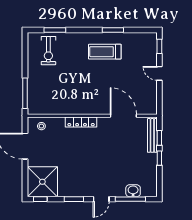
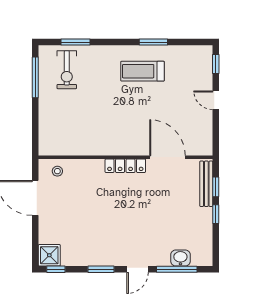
window: (25, 93) -> (35, 77), moved
locker: (81, 122) -> (125, 166), moved
shower: (42, 182) -> (49, 255), width x0.54, depth x0.54

